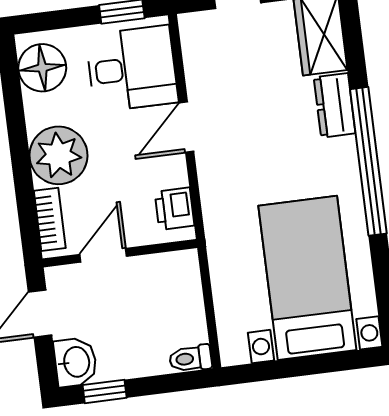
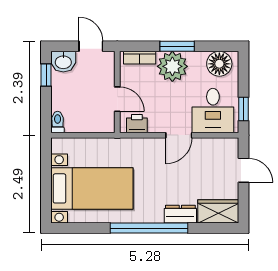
door: (186, 127) -> (179, 135), swing flipped
window: (19, 151) -> (177, 46), added
door: (103, 255) -> (117, 99), moved

